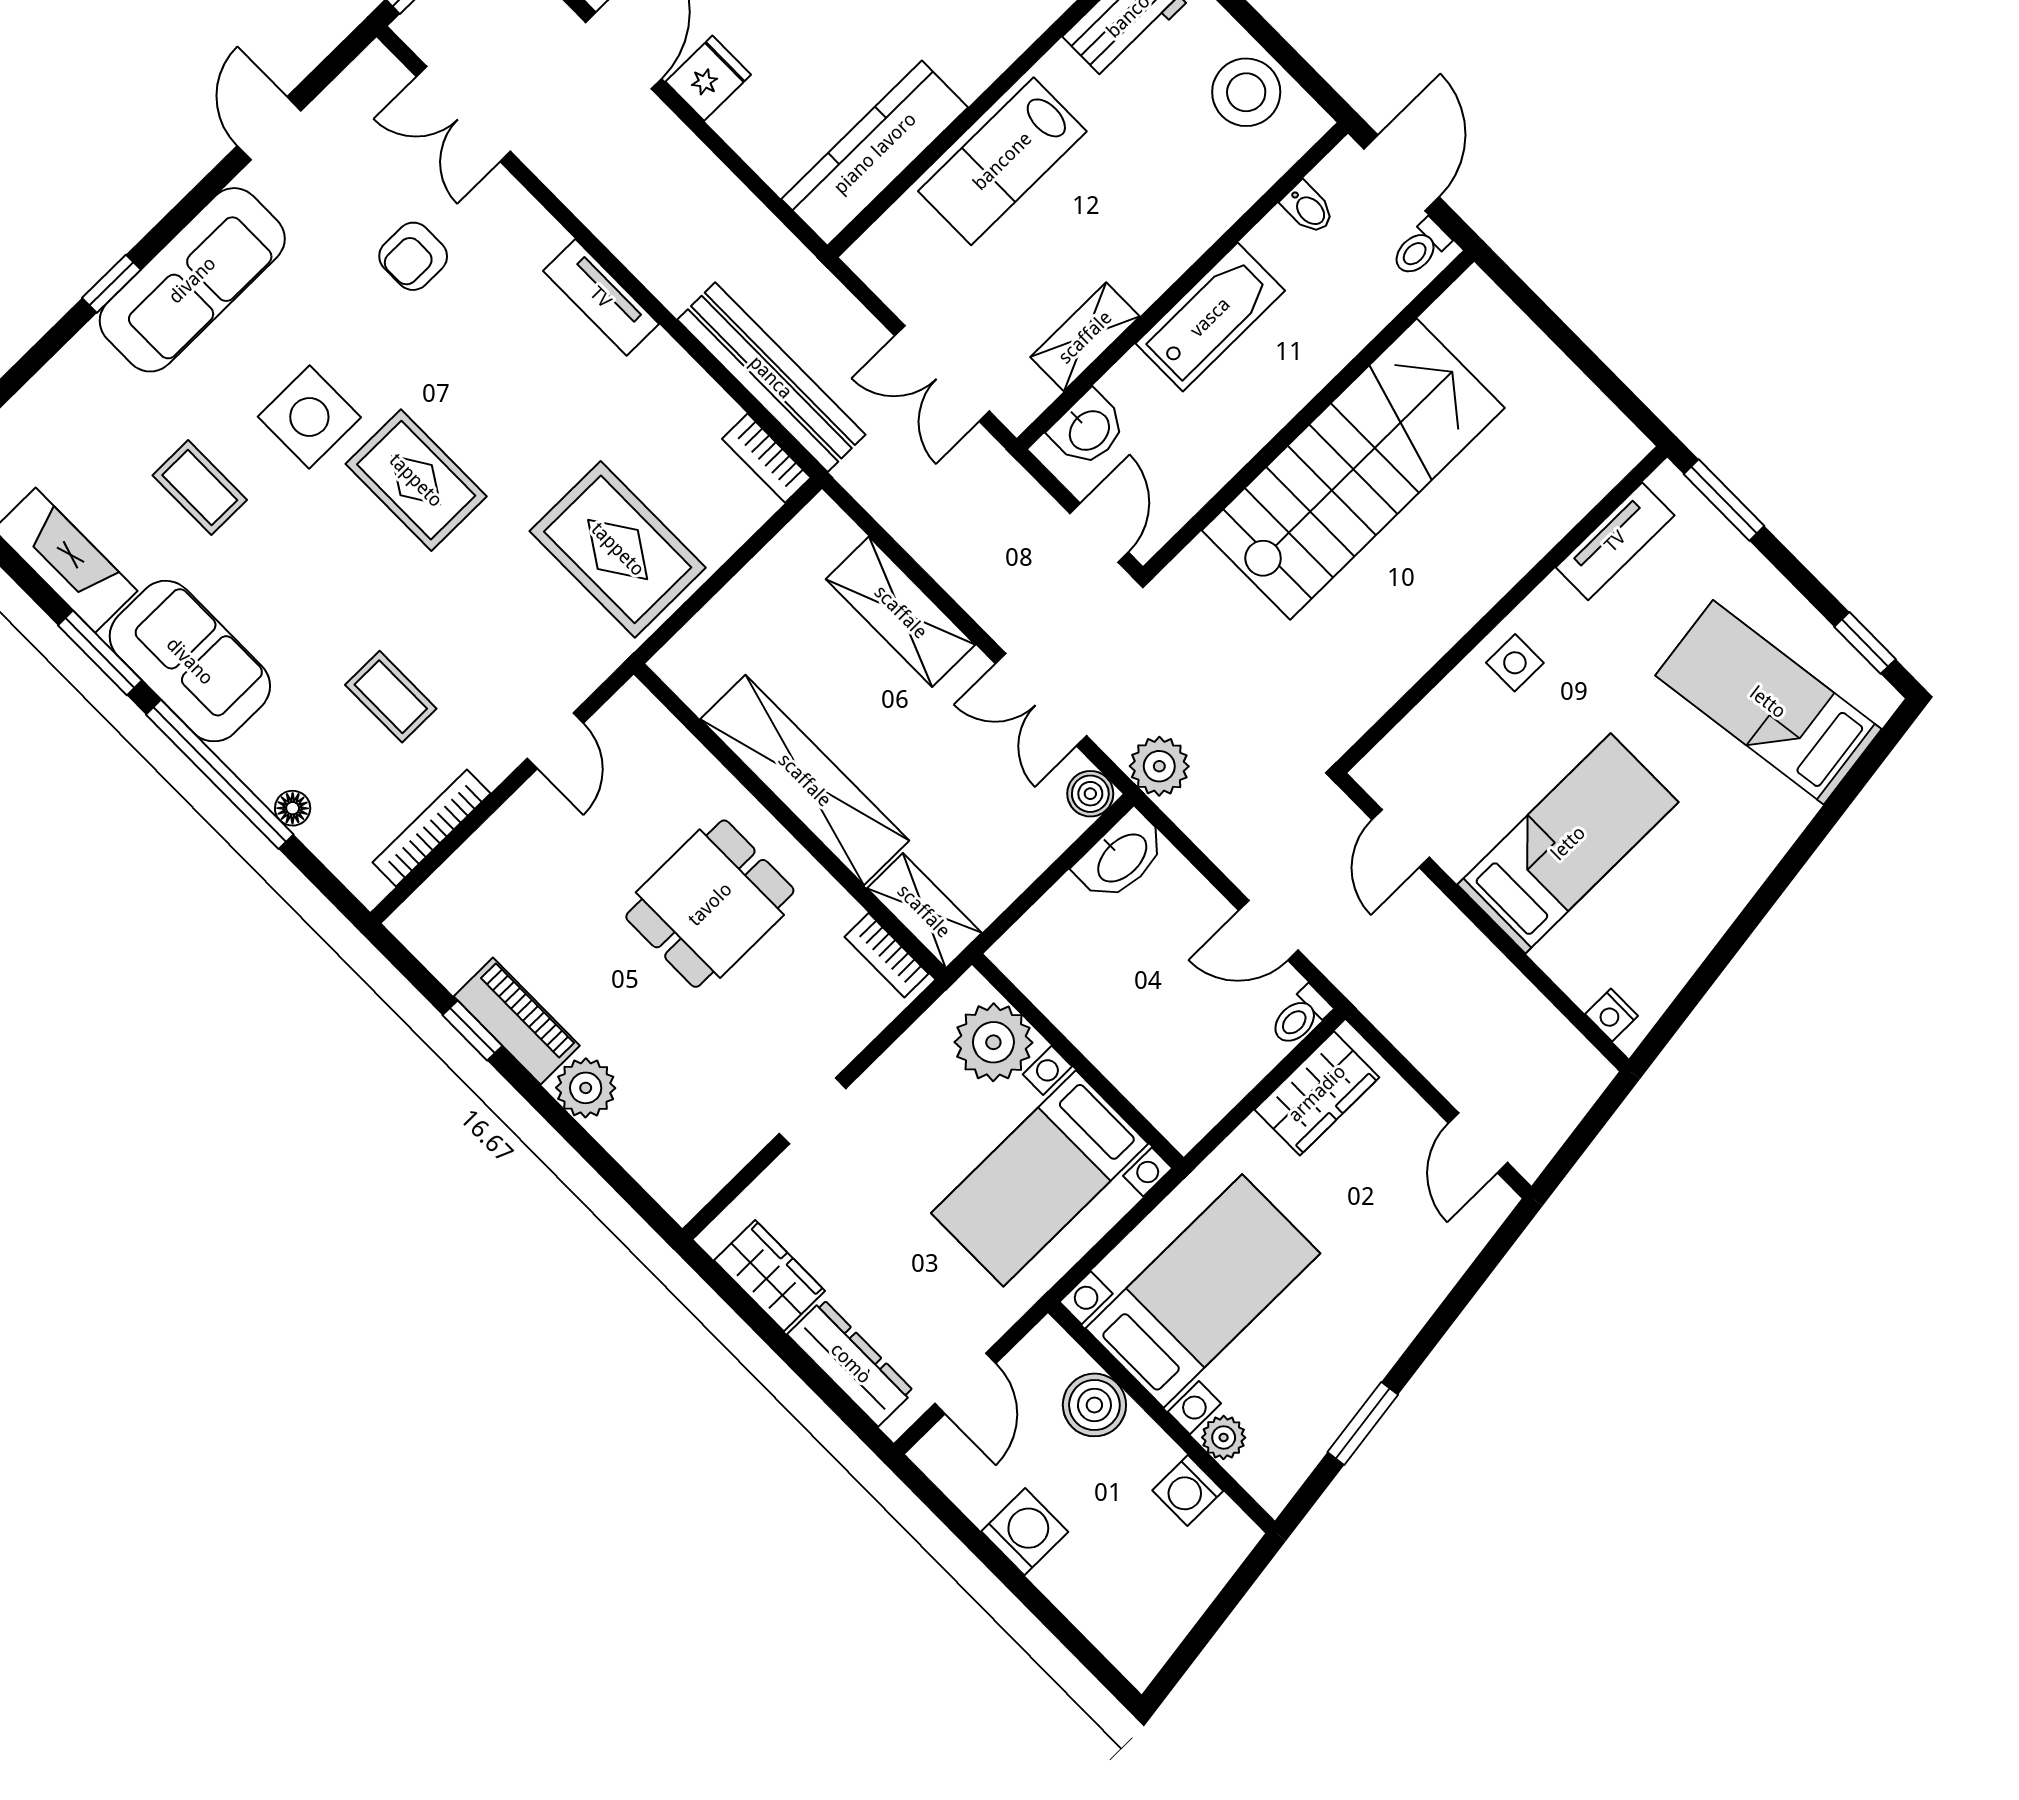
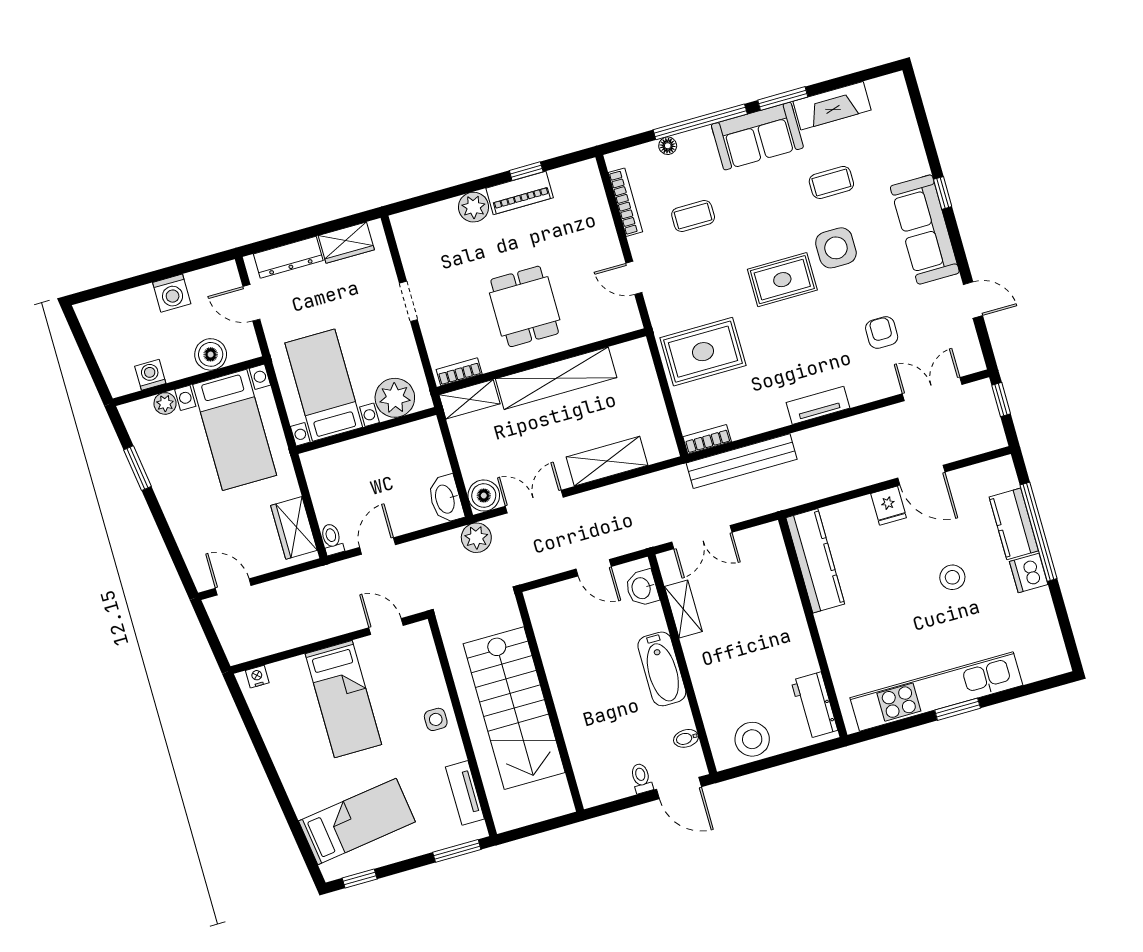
lab bench: (1002, 161) -> (781, 615), removed
double door: (942, 373) -> (702, 537), swing flipped
wall: (1309, 414) -> (549, 702), moved
stairs: (1353, 469) -> (514, 708), moved
boiler: (1090, 794) -> (484, 496), width x1.36, depth x1.36

